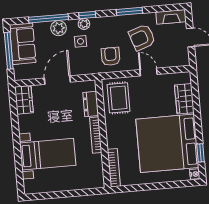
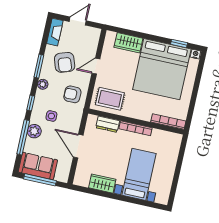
plant: (84, 24) -> (43, 84), moved
wardrobe: (24, 100) -> (102, 184), moved

